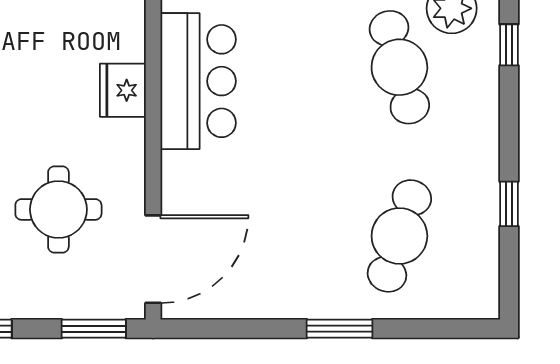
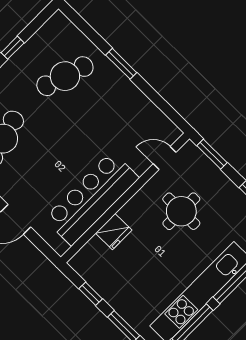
bar counter: (198, 81) -> (92, 198), width x1.36
door: (153, 259) -> (165, 158), width x0.53

